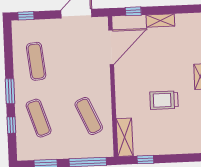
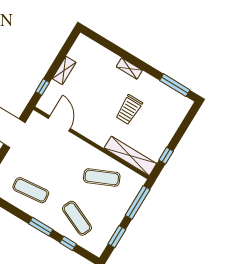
door: (111, 47) -> (59, 123), width x0.73
exercise mat: (39, 118) -> (77, 218), turned 42
shelving: (125, 137) -> (130, 156), width x1.47

